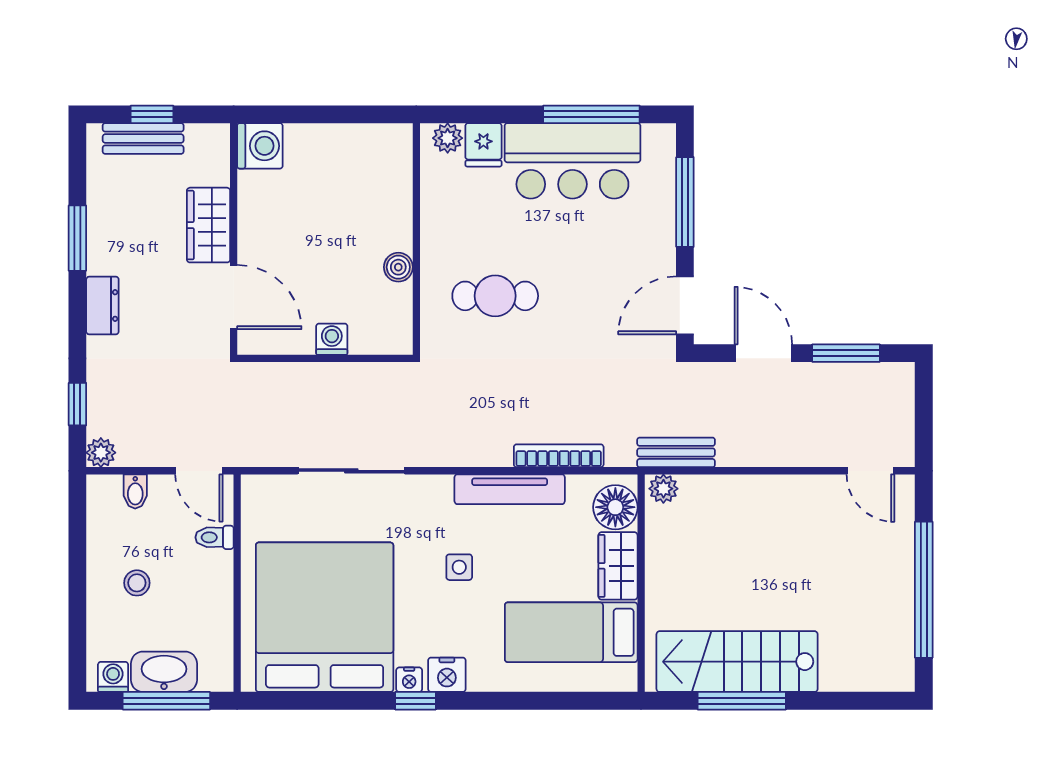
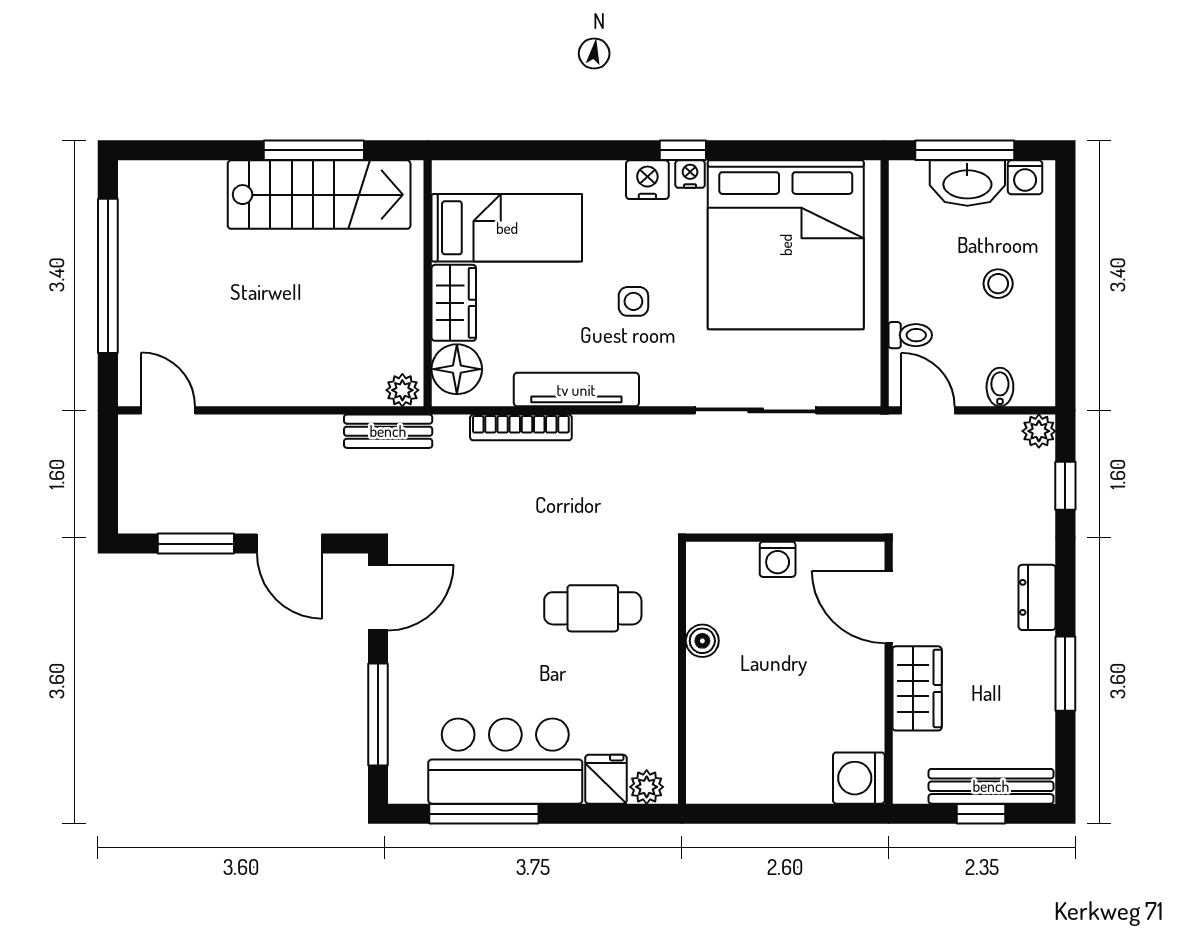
bench: (143, 139) -> (991, 786), width x1.36

